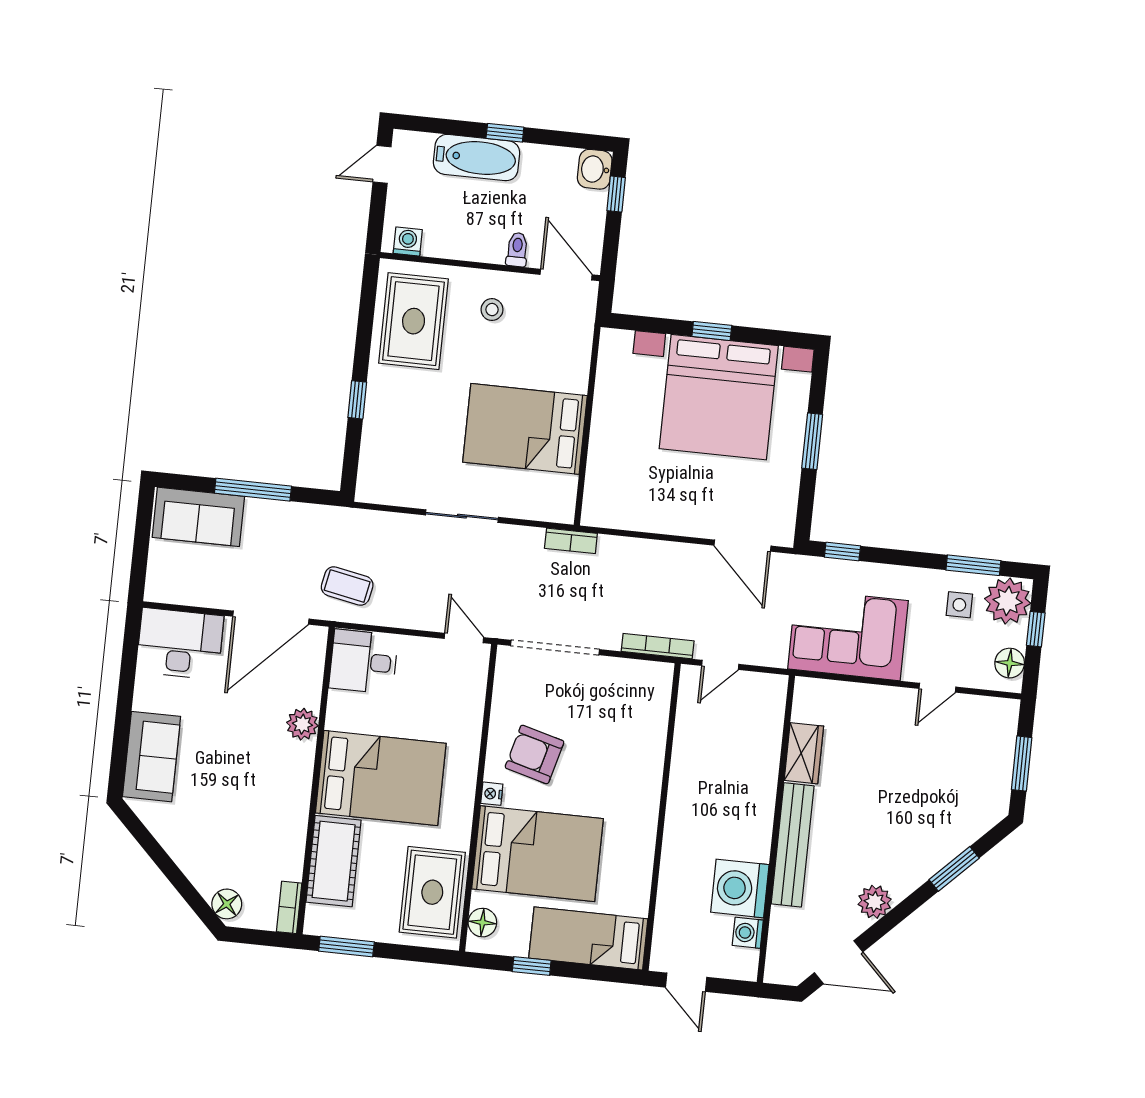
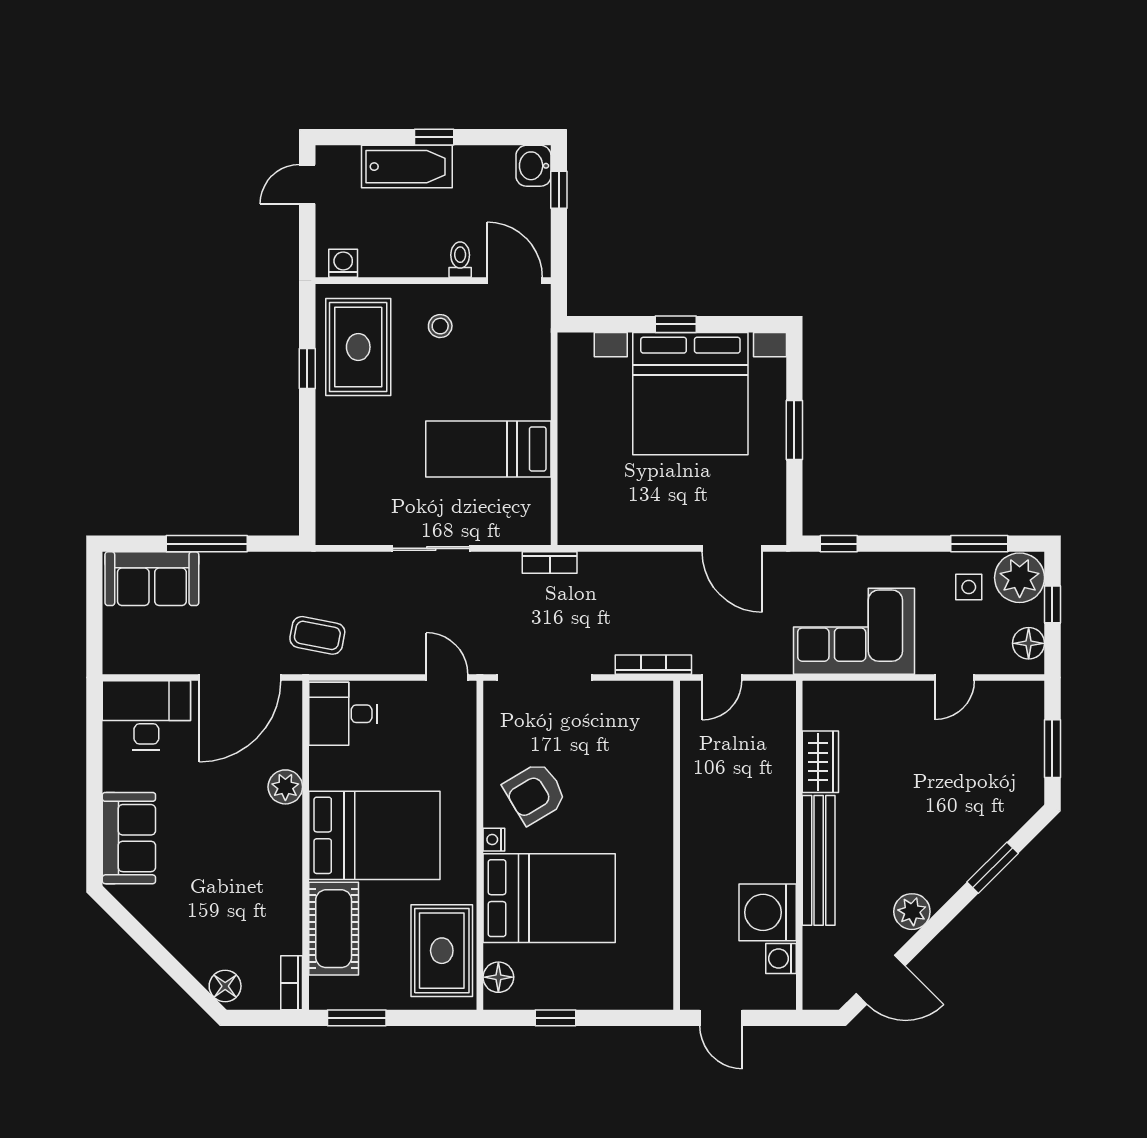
window: (357, 400) -> (307, 368), moved
bed: (525, 429) -> (488, 449), width x0.67
armchair: (535, 754) -> (535, 793), turned -46
bed: (588, 938) -> (612, 982), removed

